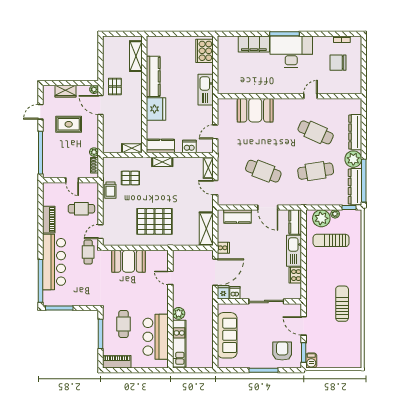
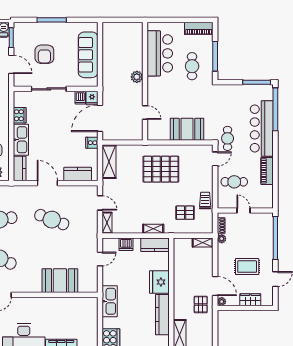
shelving: (132, 148) -> (203, 242), moved
kitchen unit: (179, 344) -> (136, 46), removed
armchair: (282, 351) -> (44, 54), moved

